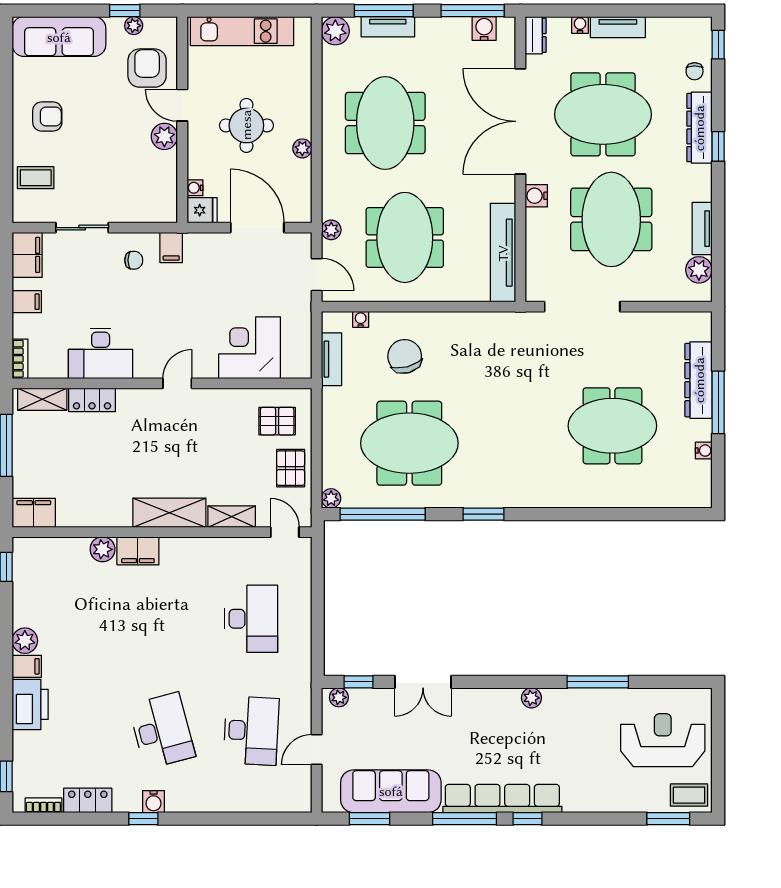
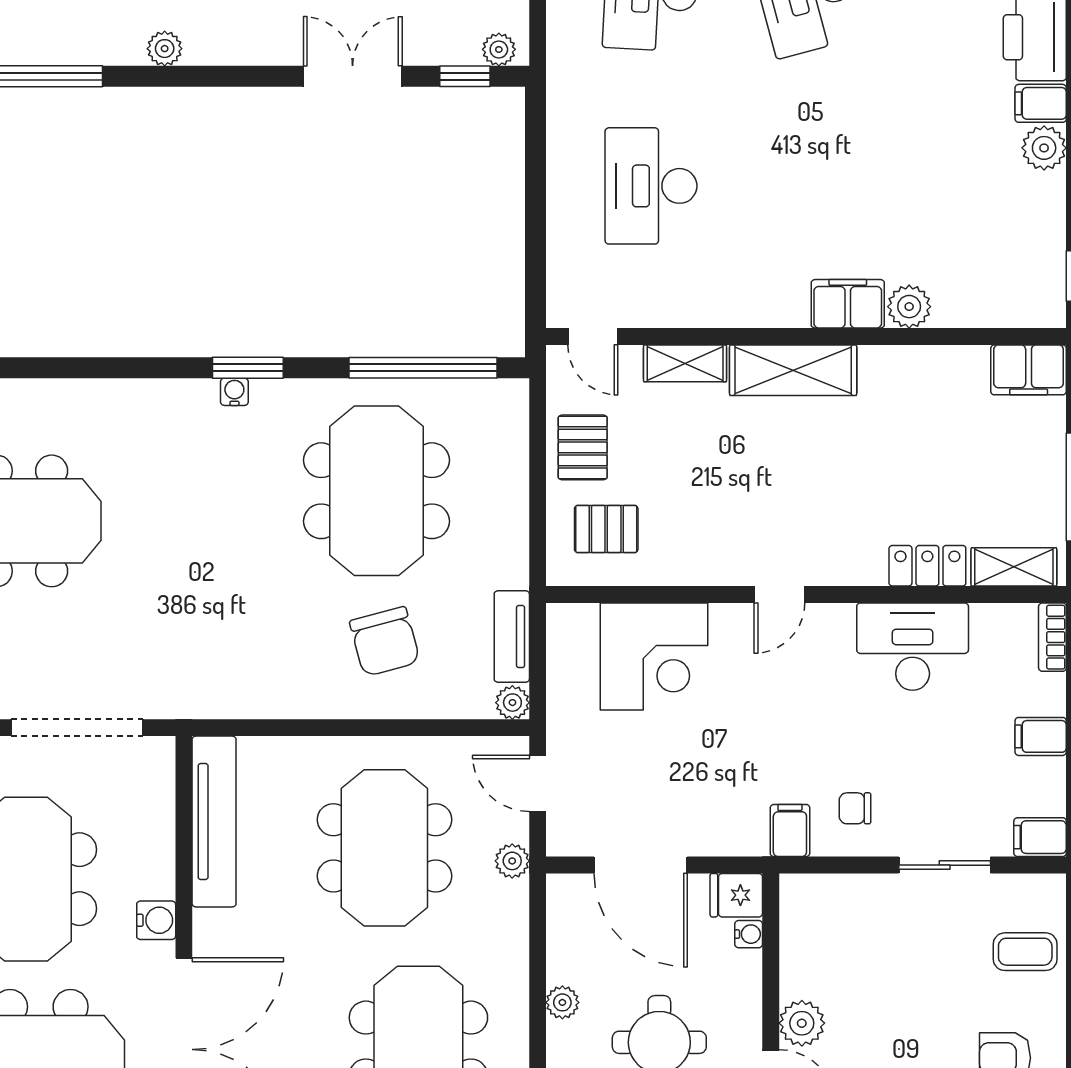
filing cabinet: (27, 255) -> (1040, 837), width x0.50
water cooler: (361, 319) -> (234, 392), moved, turned 180
meeting table: (409, 443) -> (377, 491), turned 90
plant: (331, 498) -> (512, 703), moved

